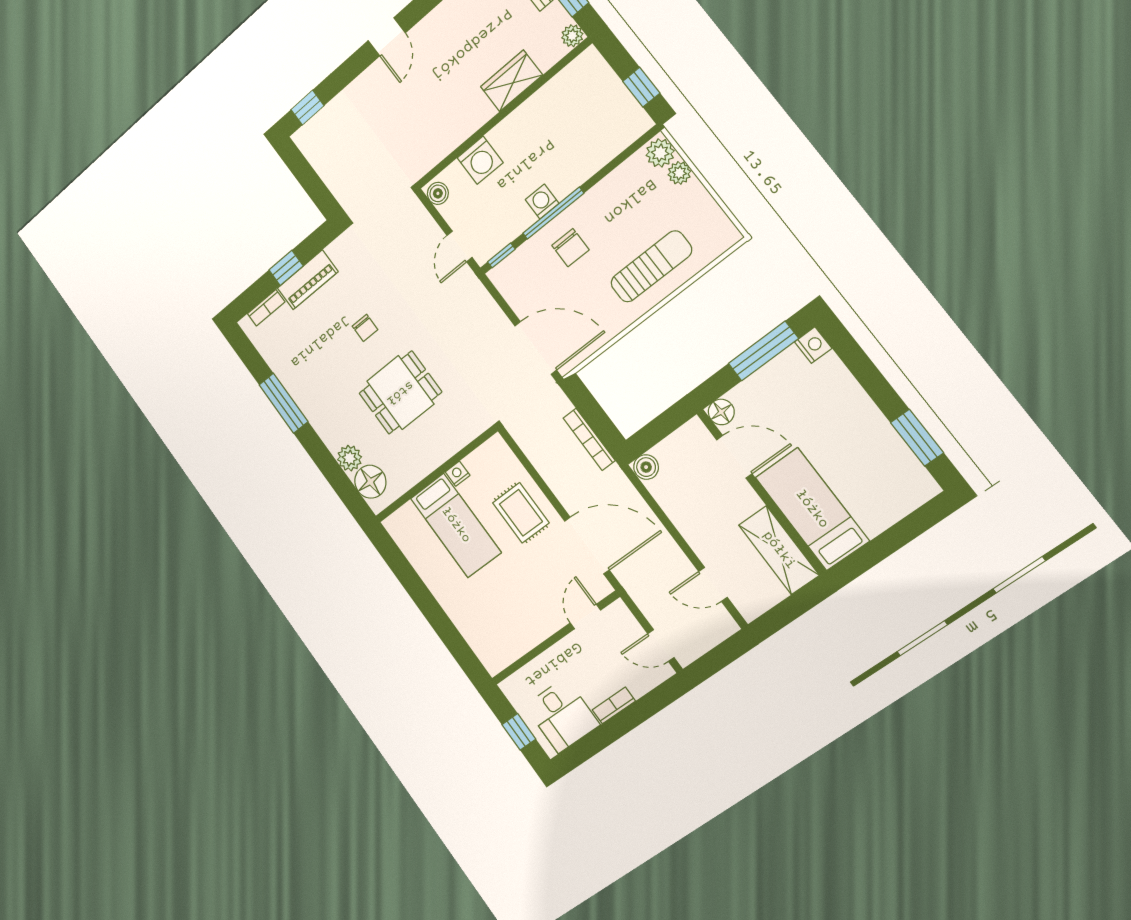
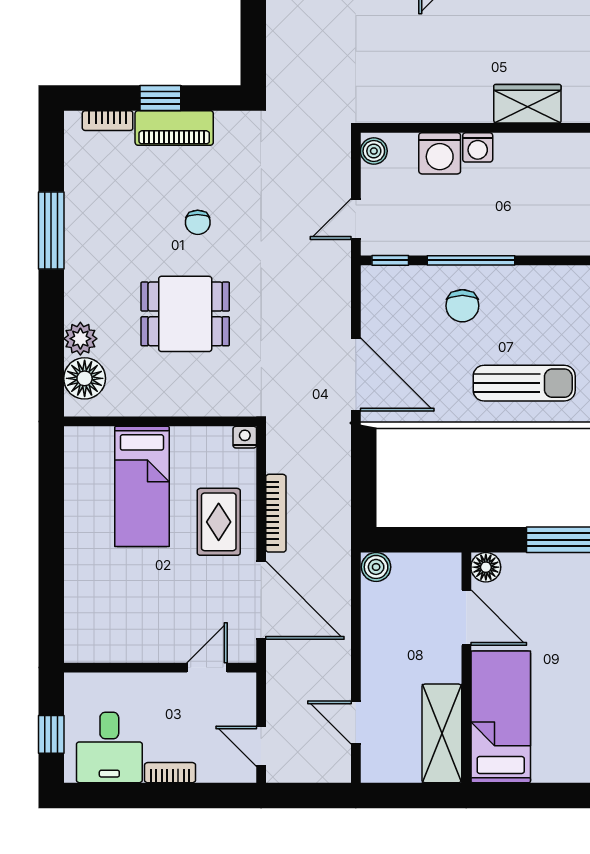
washing machine: (542, 202) -> (478, 147), moved, turned 180
bookcase: (589, 439) -> (276, 513), moved, turned 180
nightstand: (458, 474) -> (245, 437), moved

